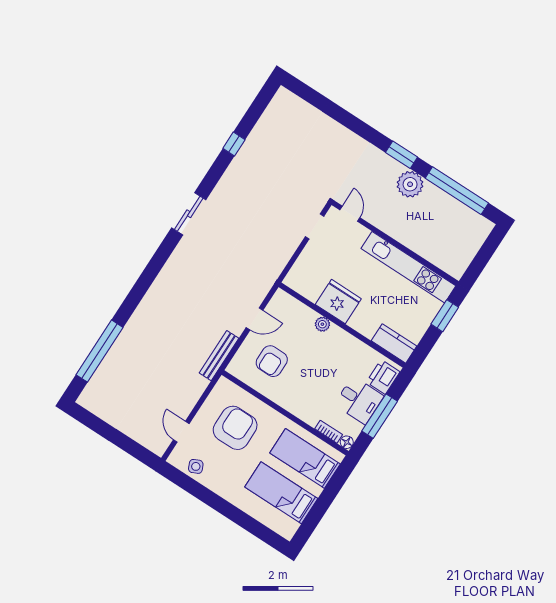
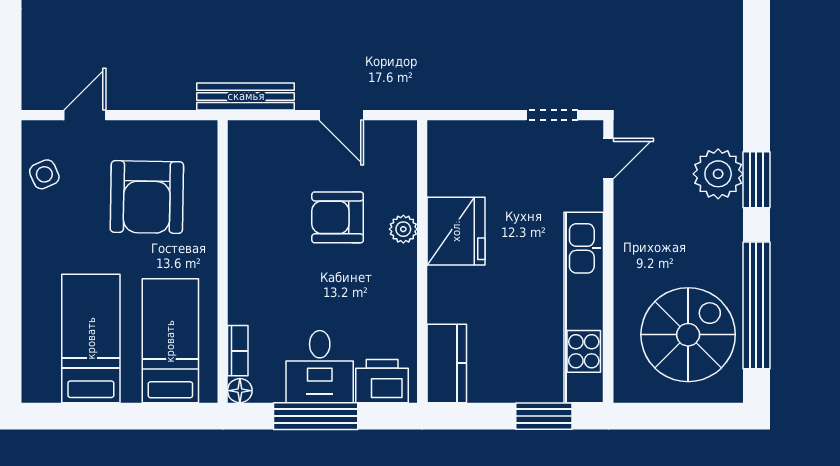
plant: (410, 184) -> (718, 174), moved
spiral stairs: (450, 229) -> (688, 335), added
armchair: (272, 361) -> (338, 217), moved
armchair: (235, 428) -> (147, 197), turned 91

